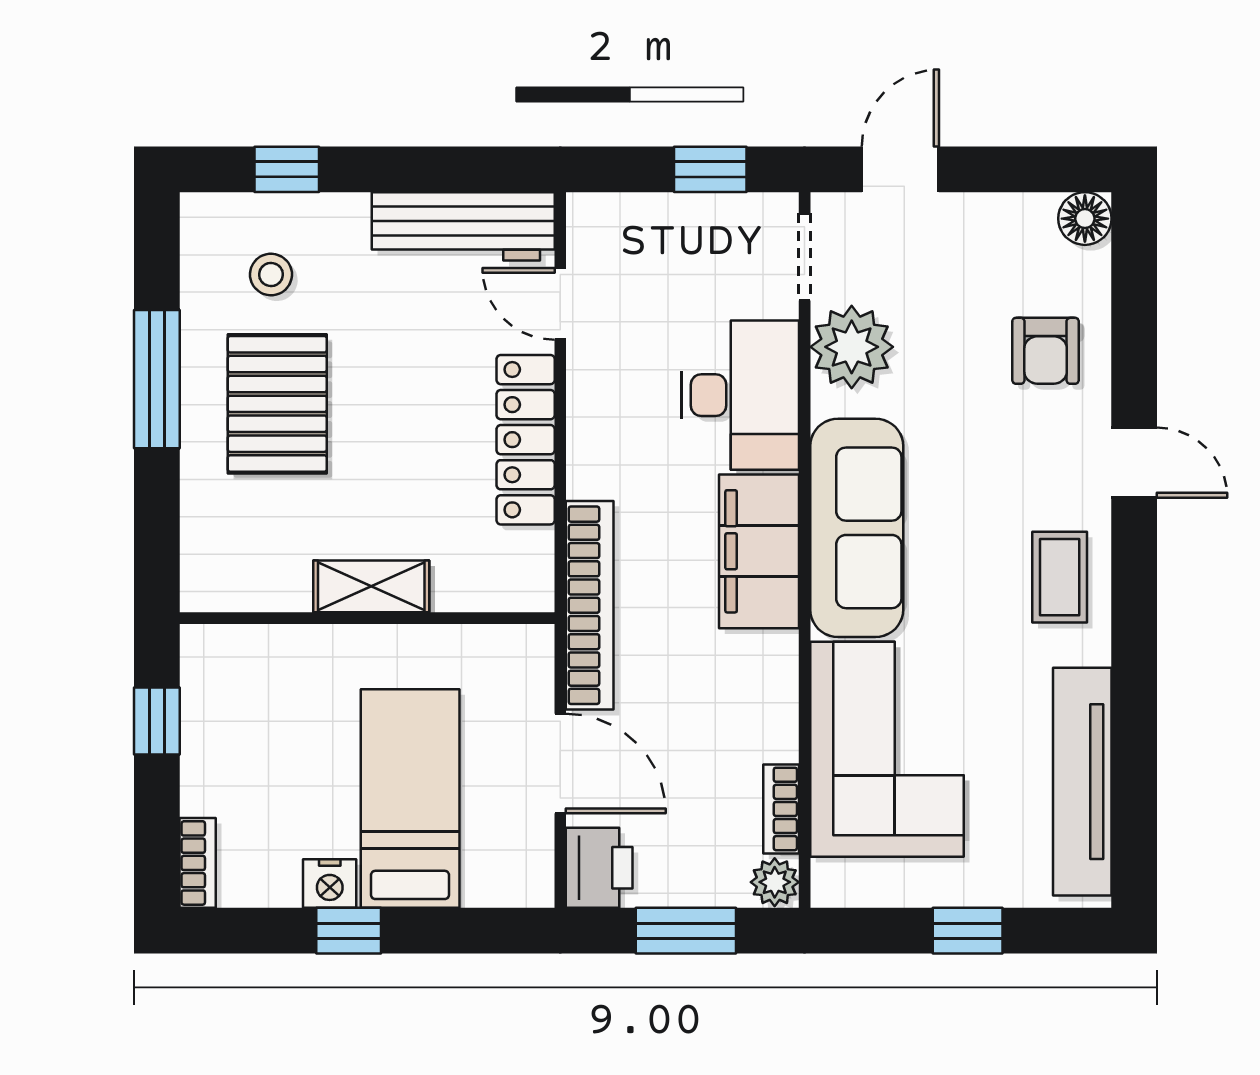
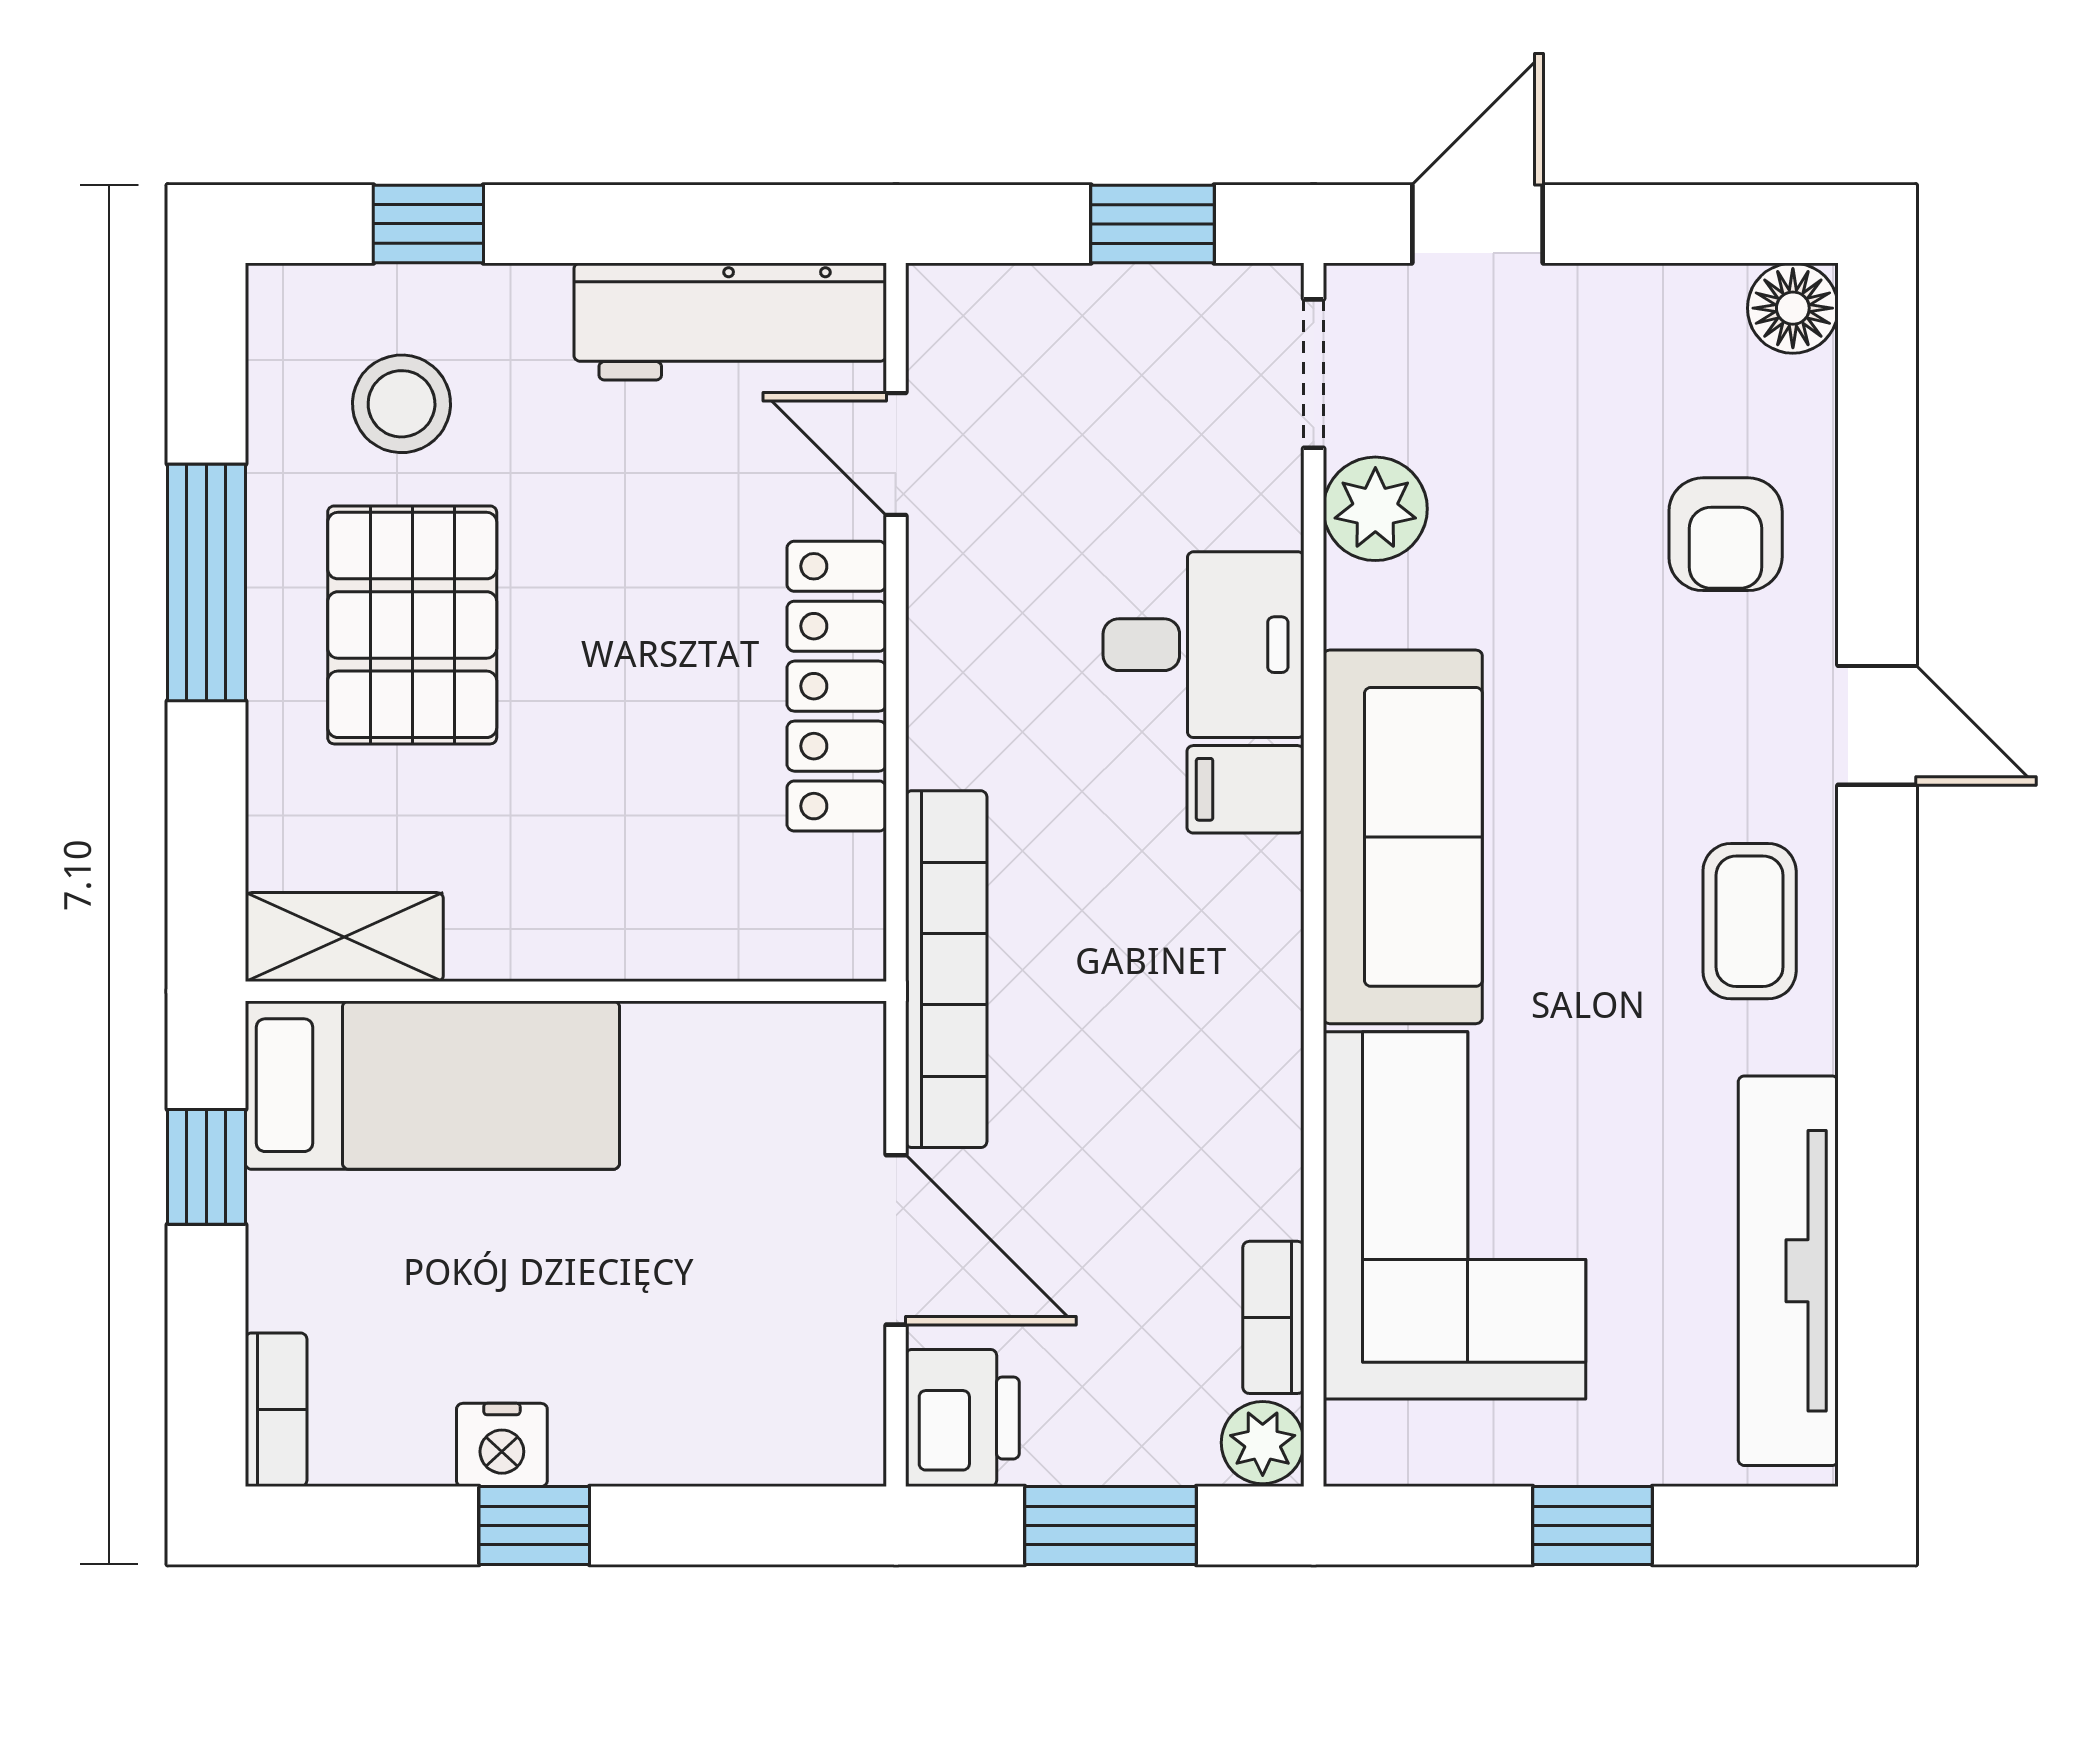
stool: (271, 275) -> (402, 404), width x1.37, depth x1.37
plant: (852, 347) -> (1375, 509), width x0.73, depth x0.73
desk: (740, 395) -> (1204, 645), width x0.73
filing cabinet: (759, 551) -> (1245, 789), width x0.33, depth x0.86
shelving: (371, 586) -> (344, 937), moved
bed: (410, 799) -> (432, 1085), moved, turned 90

